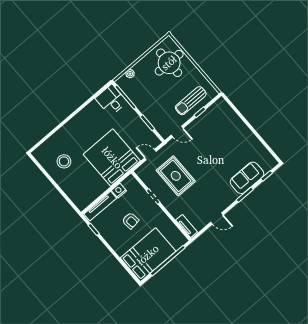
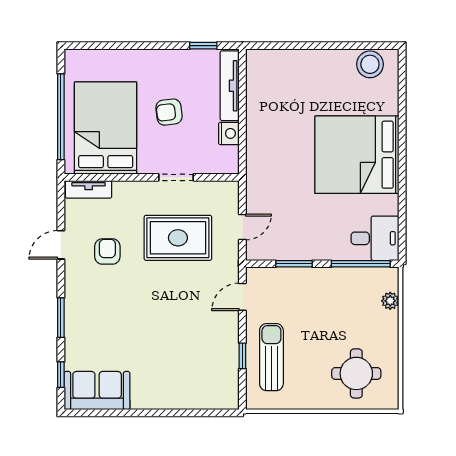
round table: (169, 63) -> (356, 373), width x0.73, depth x0.73
bed: (112, 158) -> (357, 155), moved, turned 180
stool: (64, 161) -> (370, 64), moved
sofa: (247, 178) -> (97, 391), moved, turned -90
armchair: (204, 198) -> (107, 251), added
bed: (148, 255) -> (106, 128), moved, turned 180

